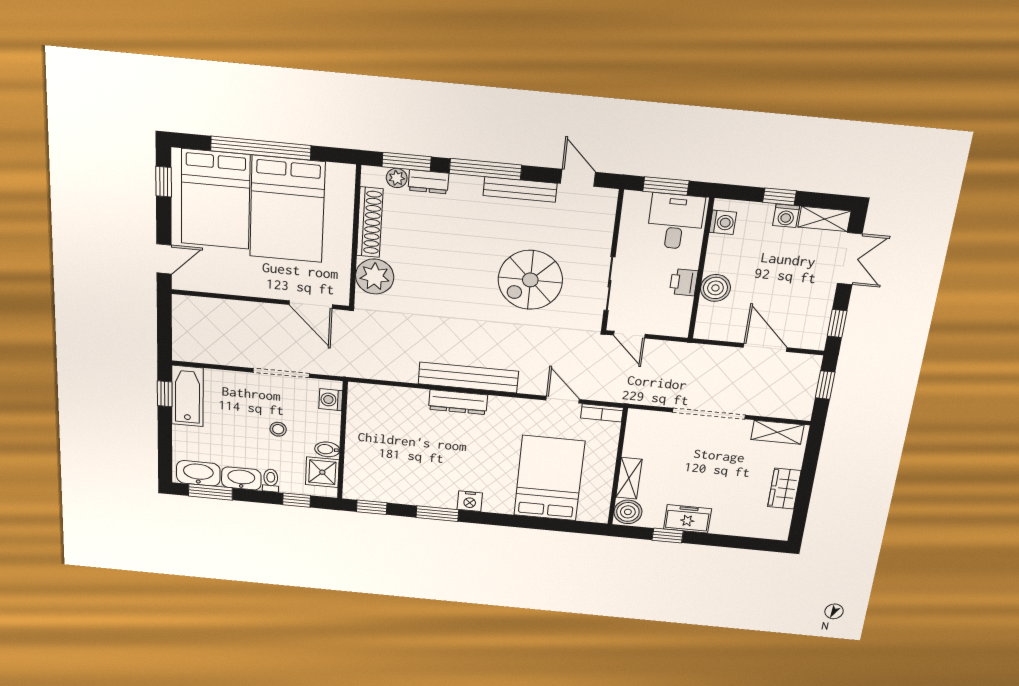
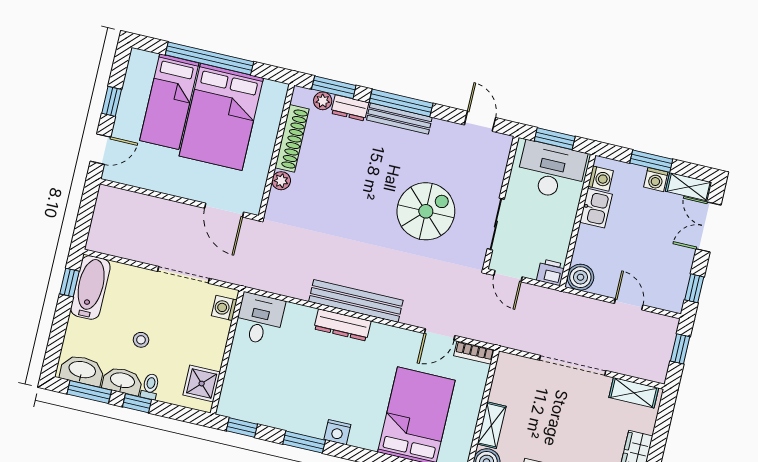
window: (164, 182) -> (112, 101), moved
bench: (520, 189) -> (399, 119), moved
window: (779, 197) -> (651, 161), width x1.50
bed: (215, 199) -> (169, 102), width x0.67
desk: (675, 222) -> (551, 171), width x1.37
kitchen sink: (720, 254) -> (596, 208), added
double door: (850, 259) -> (708, 227), swing flipped
plant: (375, 277) -> (281, 181), width x0.53, depth x0.53
spiral stairs: (530, 280) -> (426, 211), turned 180
printer: (684, 282) -> (551, 272), moved, turned 90
boiler: (715, 288) -> (580, 277), moved
door: (765, 348) -> (629, 304), width x0.73
door: (563, 400) -> (440, 334), swing flipped
desk: (370, 406) -> (260, 319), added
stool: (278, 429) -> (141, 340), moved
bidet: (327, 449) -> (211, 360), removed
window: (297, 500) -> (137, 403), moved

